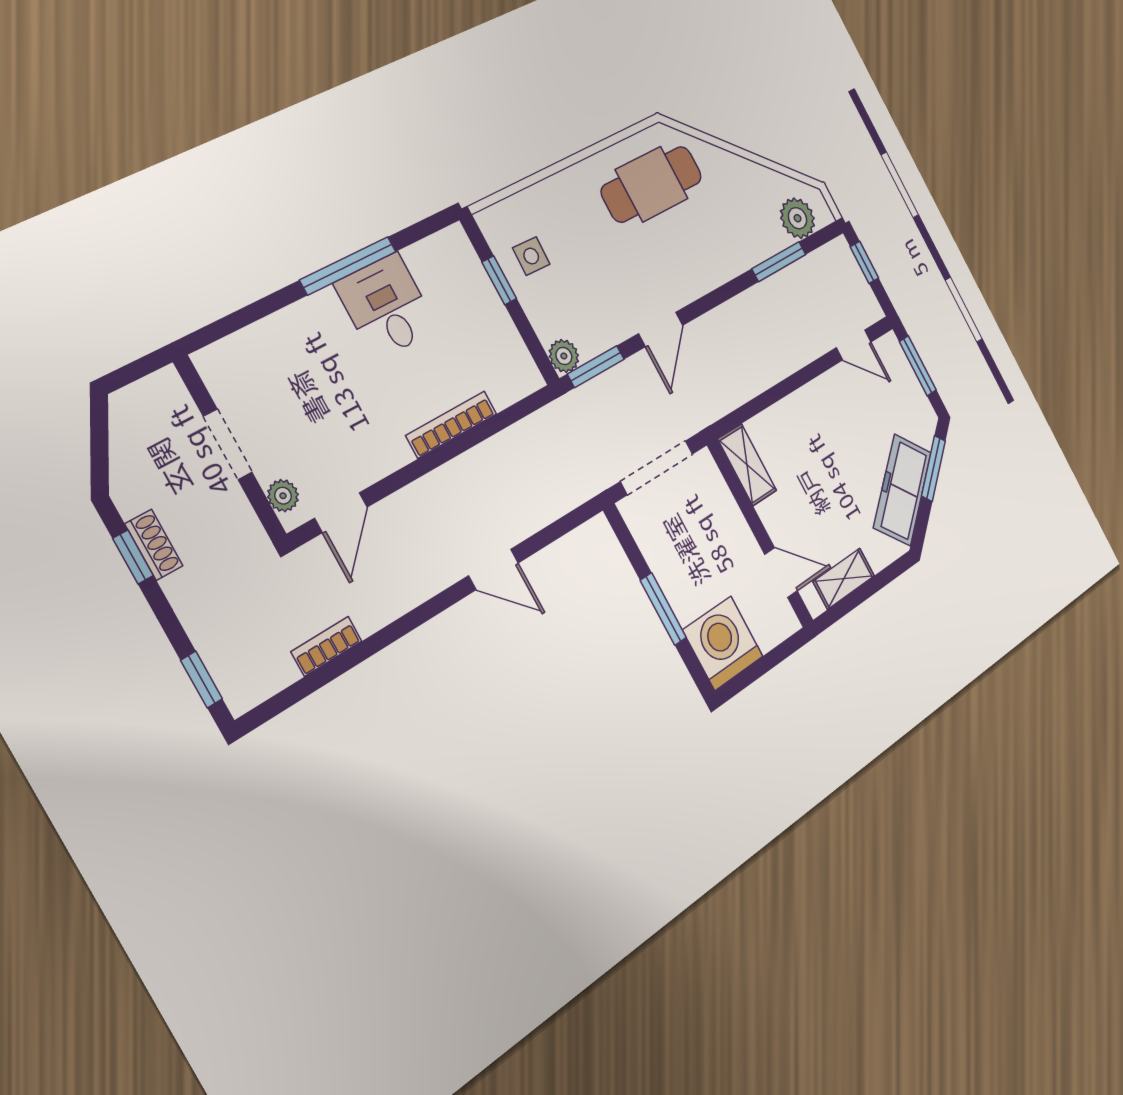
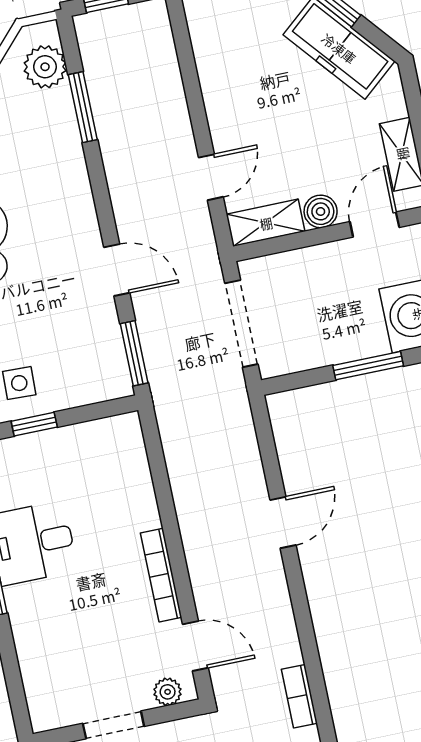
door: (854, 345) -> (211, 177), moved
plant: (564, 356) -> (117, 383), removed
bookcase: (451, 425) -> (161, 575), moved
boiler: (774, 516) -> (321, 211), added

